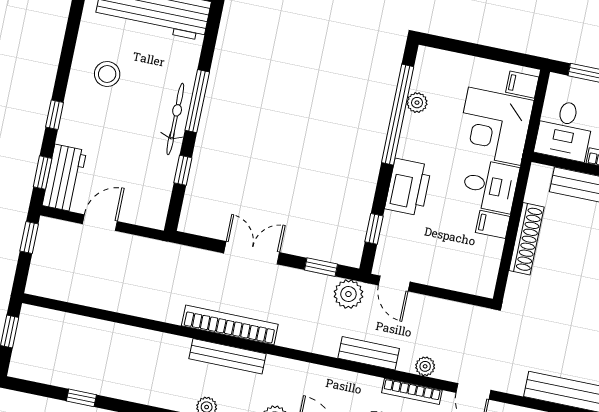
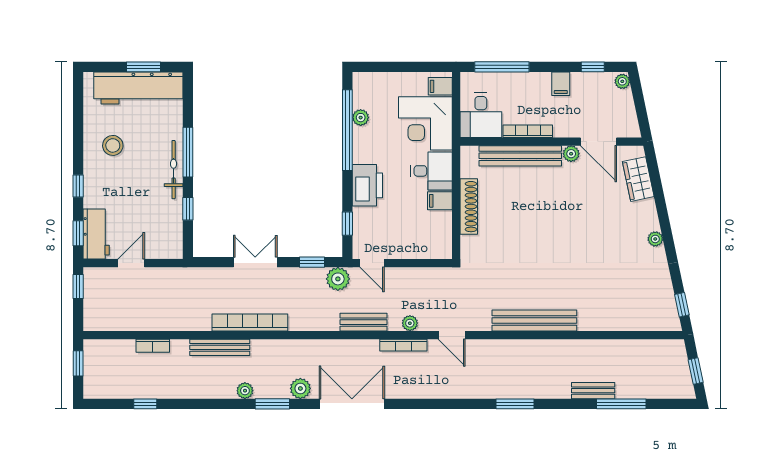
bookcase: (105, 329) -> (153, 346), added
bench: (228, 356) -> (220, 347), moved

